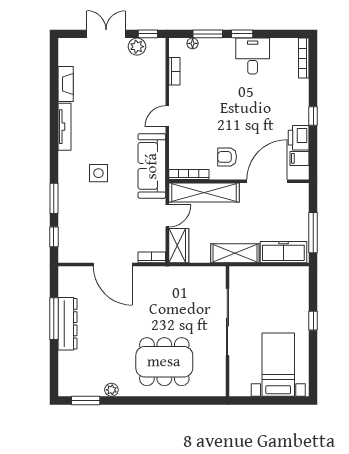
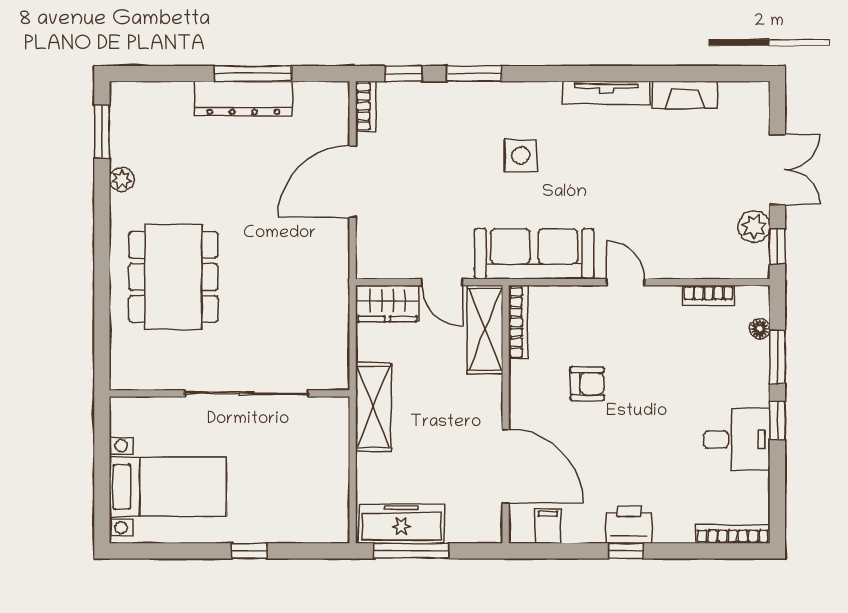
printer: (299, 138) -> (629, 524), moved
armchair: (227, 157) -> (587, 384), moved, turned 90
shelving: (204, 193) -> (485, 329), width x0.68
freezer: (283, 252) -> (401, 524), moved, turned -90
bookcase: (152, 257) -> (366, 106), moved

